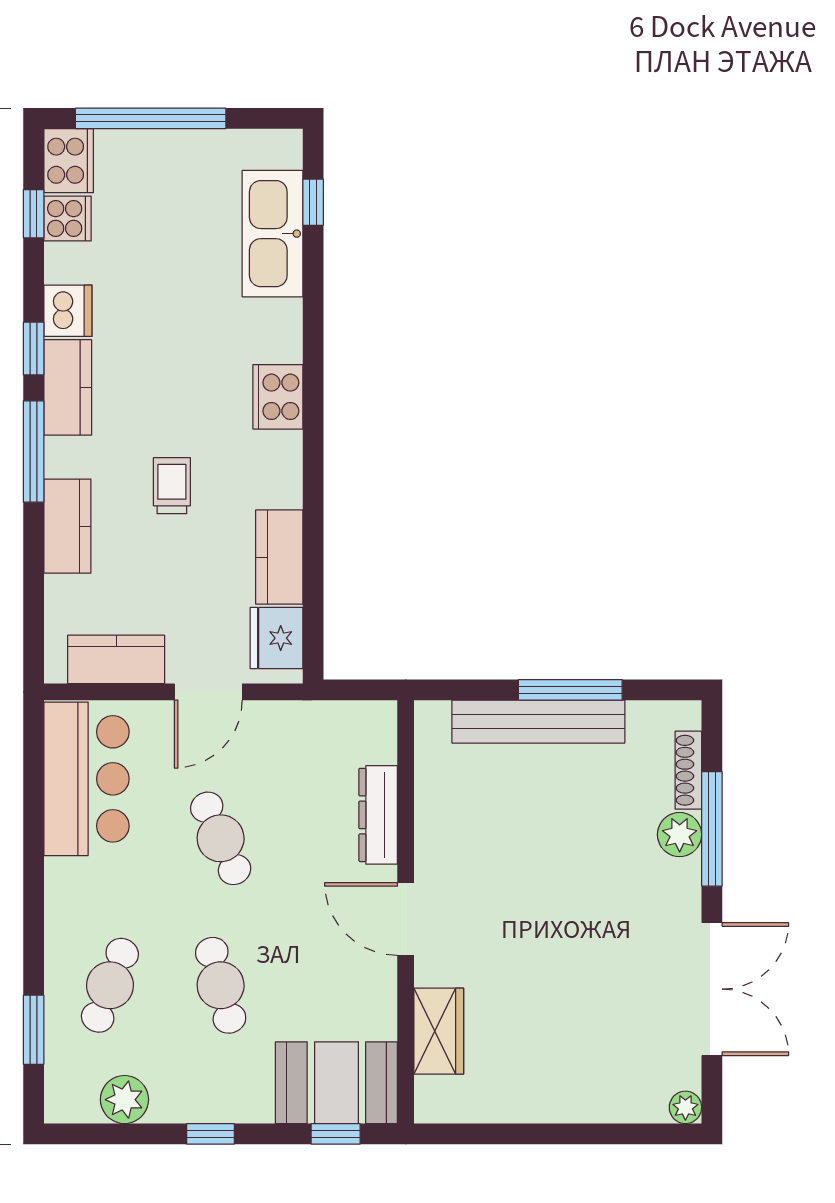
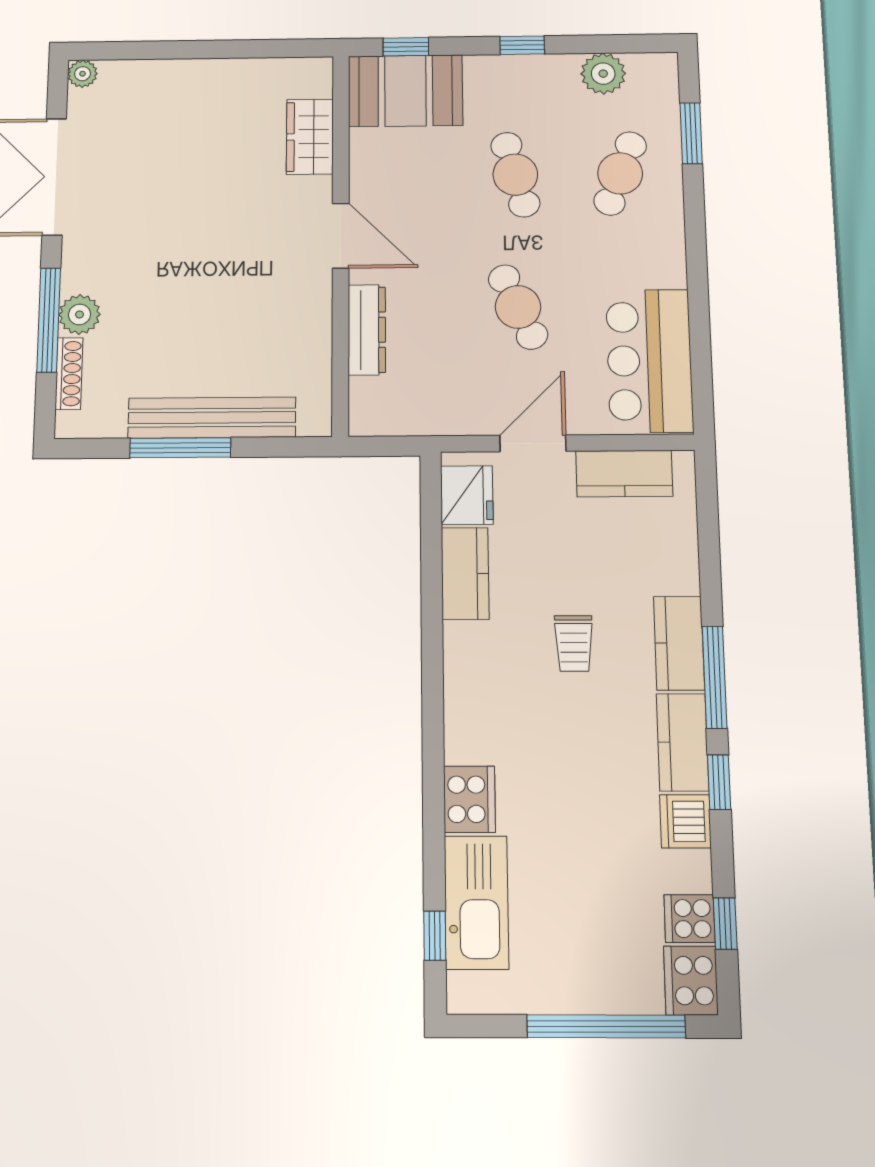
cooker: (278, 397) -> (469, 799), moved
kitchen counter: (67, 526) -> (679, 643), moved

